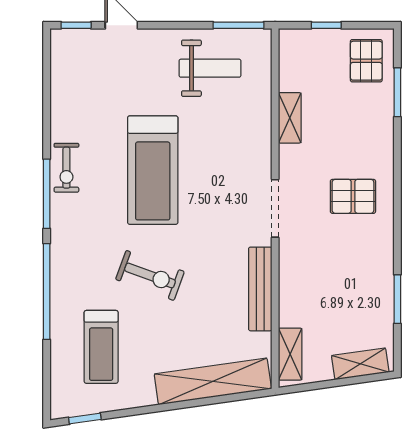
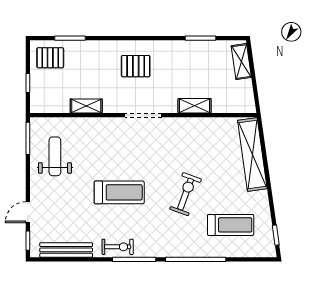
treadmill: (153, 170) -> (119, 192), width x0.73, depth x0.73
pallet: (353, 196) -> (136, 66), turned 90
bench: (260, 289) -> (66, 250), moved
shelving: (290, 354) -> (195, 106), moved

